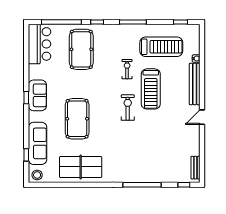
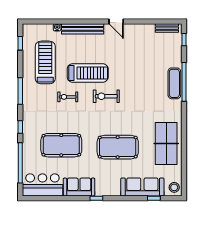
pool table: (81, 49) -> (61, 145), moved
sofa: (37, 95) -> (79, 187), moved
exercise mat: (141, 175) -> (174, 83), added

